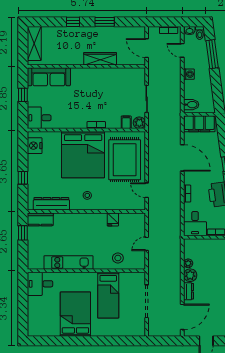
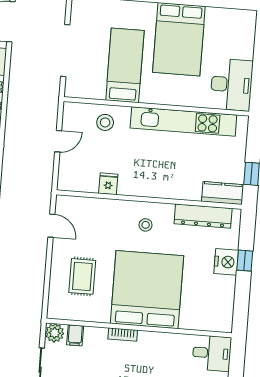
nightstand: (35, 146) -> (226, 262), moved
rug: (125, 160) -> (82, 276), width x0.54, depth x0.49
kitchen unit: (68, 263) -> (183, 122), width x1.36
desk: (40, 284) -> (231, 85), width x1.37

